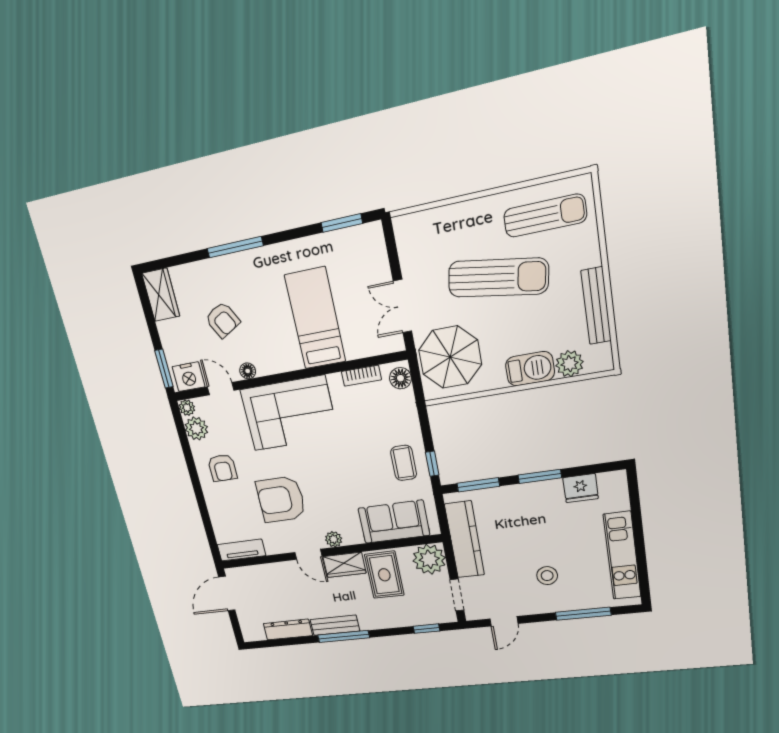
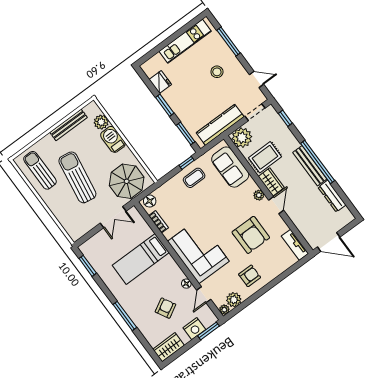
nightstand: (189, 377) -> (194, 329), moved, turned 90
bench: (335, 625) -> (310, 166), width x1.36
window: (343, 636) -> (318, 162), width x1.46

